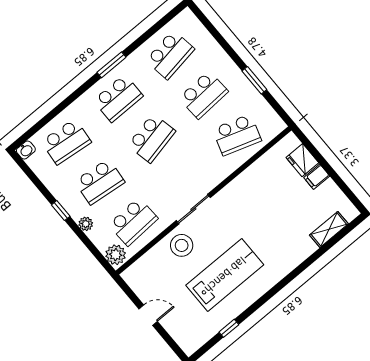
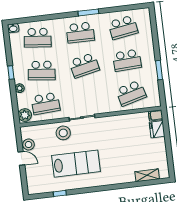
school desk: (237, 135) -> (131, 93), turned -33
filing cabinet: (317, 177) -> (156, 115), moved
stool: (146, 290) -> (29, 145), added

